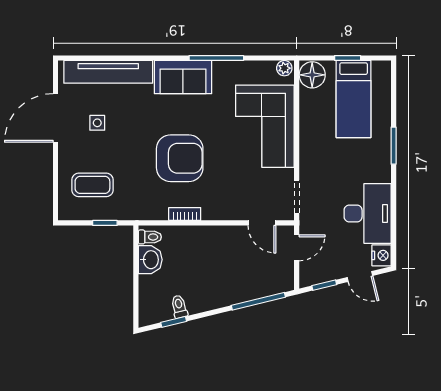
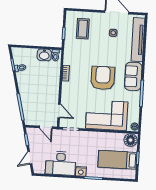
armchair: (180, 158) -> (103, 78), moved, turned 180
door: (262, 223) -> (59, 111), swing flipped
nightstand: (382, 255) -> (81, 171), moved

